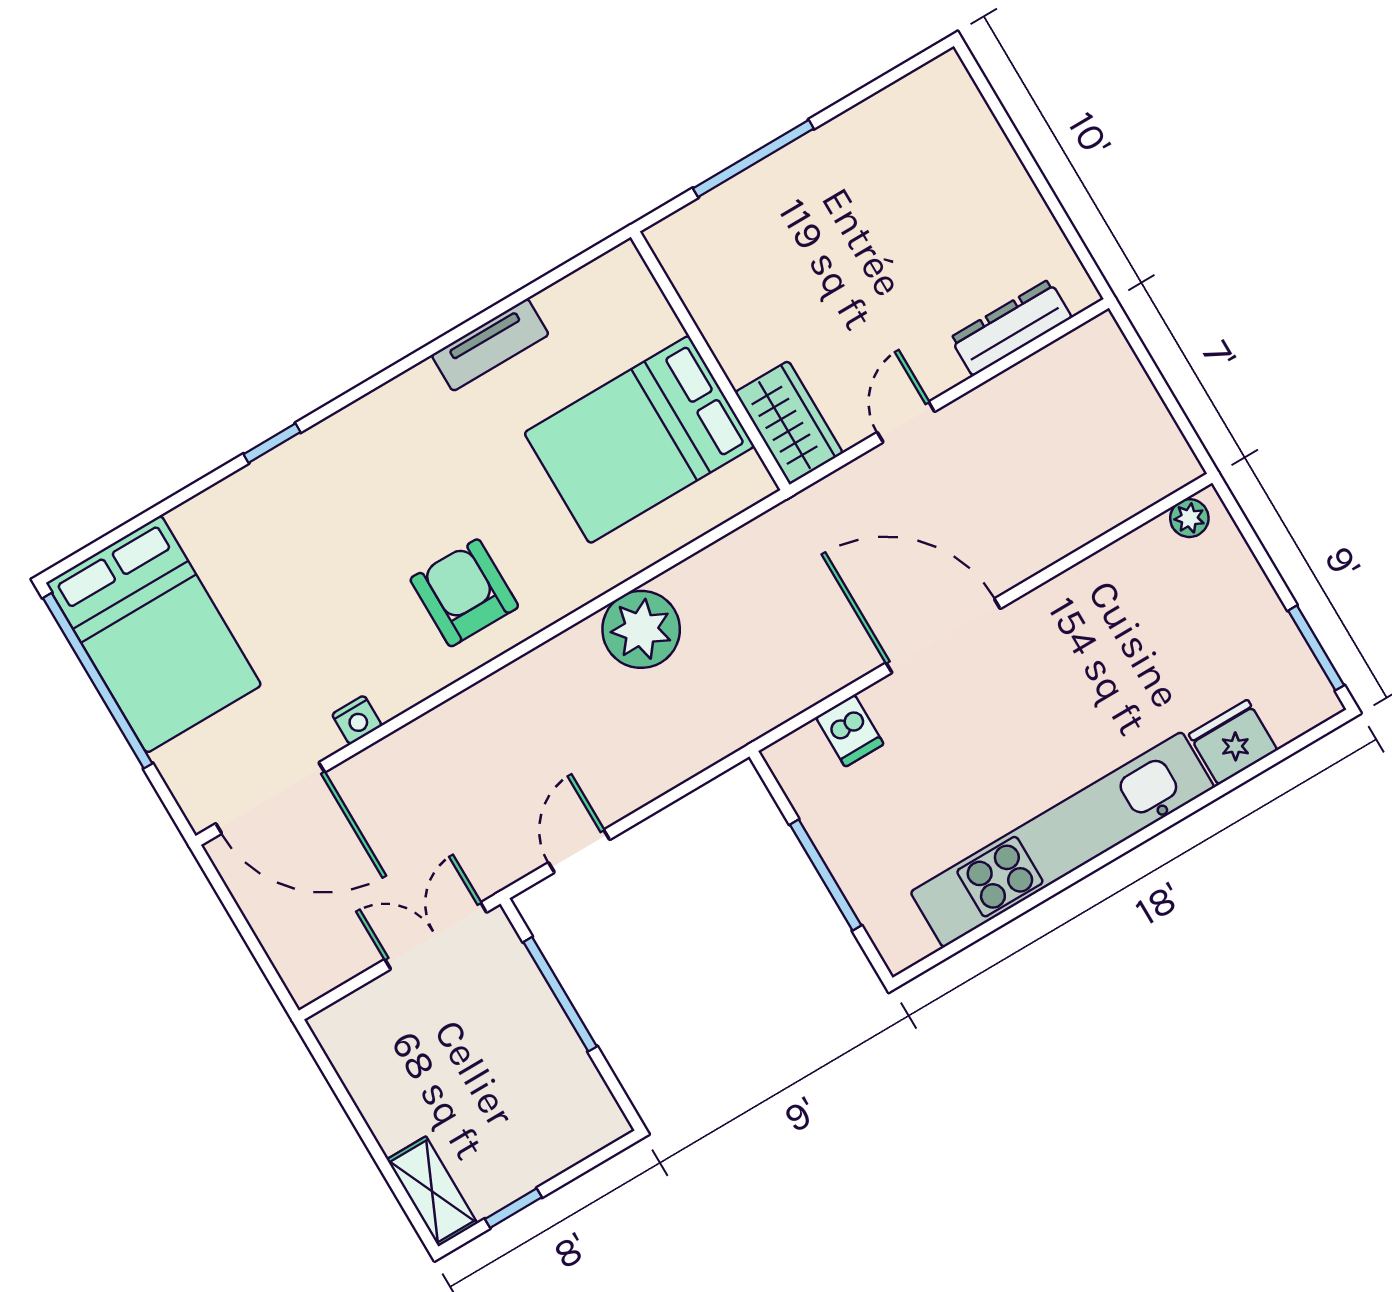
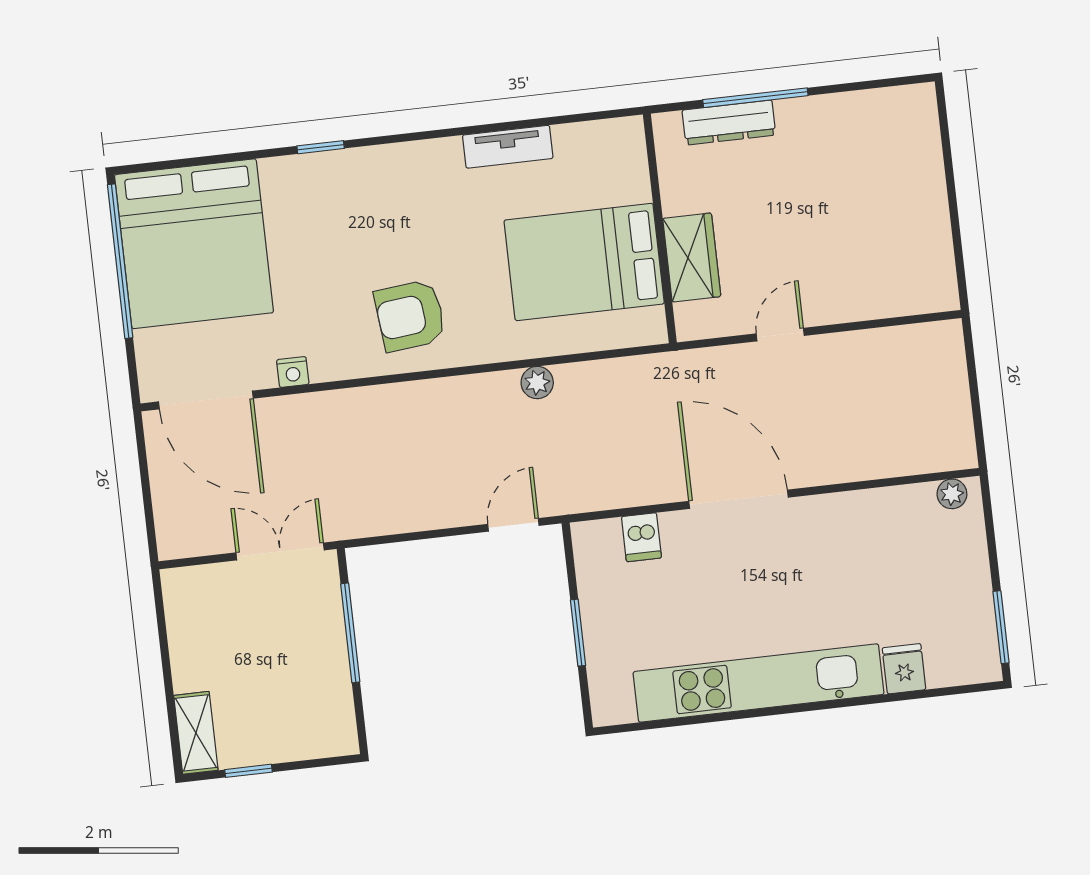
dresser: (1011, 328) -> (729, 122), moved, turned 180
wardrobe: (789, 423) -> (692, 257), moved
armchair: (464, 593) -> (410, 316), turned -96
plant: (641, 629) -> (537, 383), width x0.53, depth x0.53
bed: (154, 634) -> (194, 244), width x1.36
fridge: (1233, 742) -> (904, 669), width x0.72
door: (579, 851) -> (513, 525), moved
window: (826, 875) -> (578, 633), width x0.69

